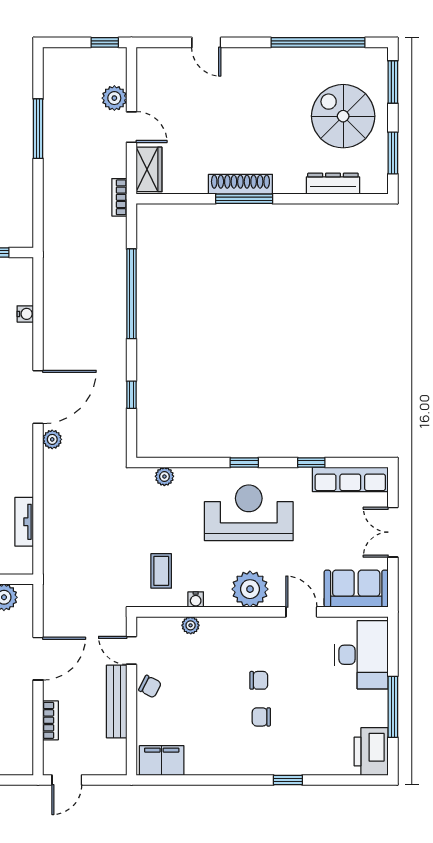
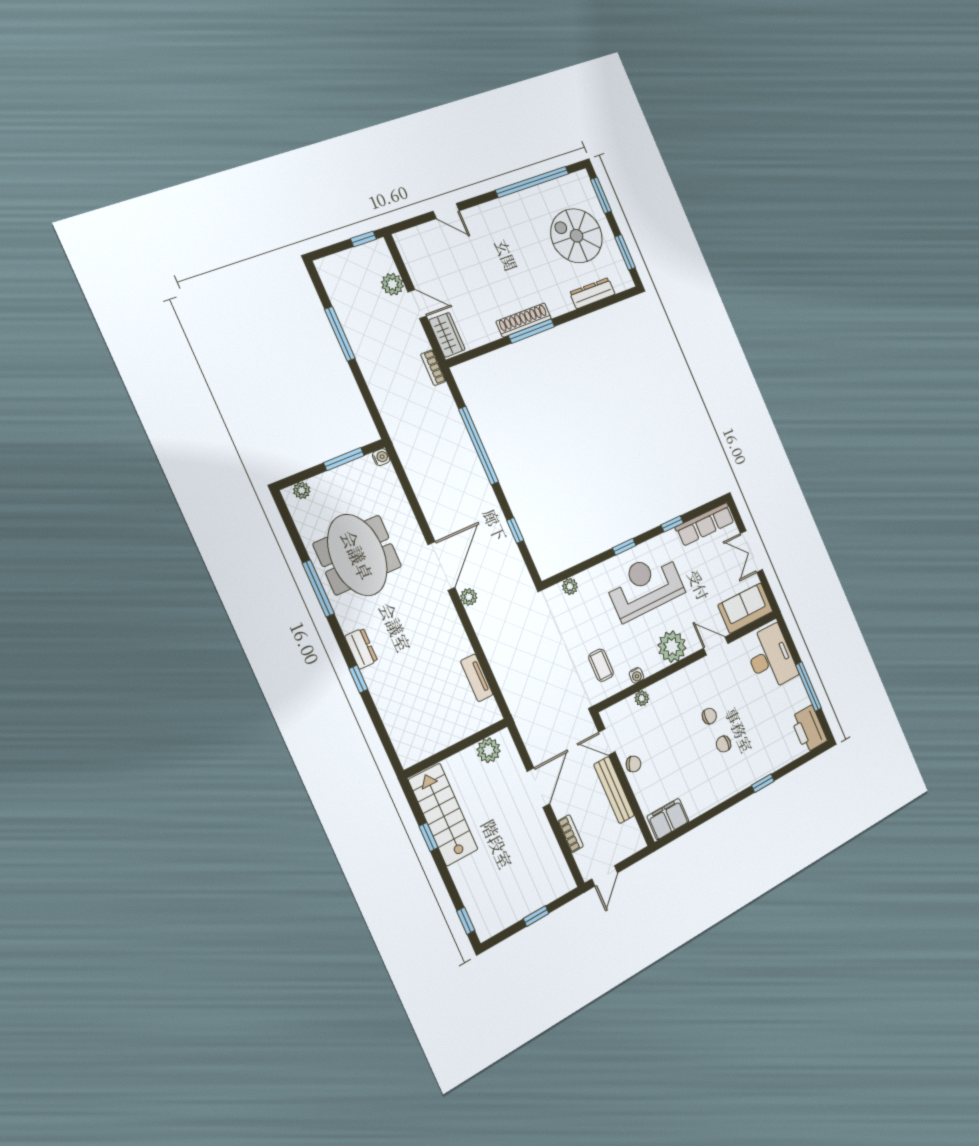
water cooler: (25, 314) -> (381, 457), moved

